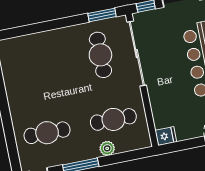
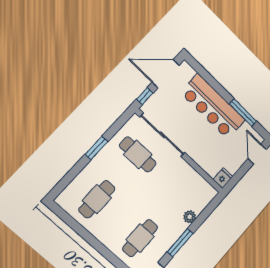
window: (102, 15) -> (96, 148), moved
cafe table: (113, 119) -> (97, 199), moved

